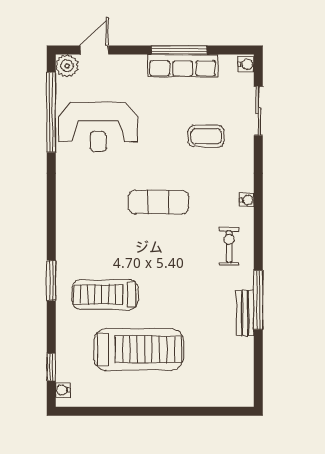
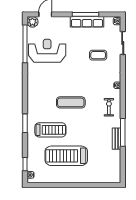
reception desk: (98, 127) -> (47, 51), turned 180
exercise mat: (159, 202) -> (71, 102), moved
treadmill: (105, 295) -> (50, 130), turned 180
treadmill: (139, 349) -> (66, 156), turned 180

